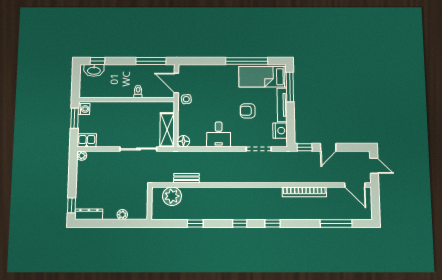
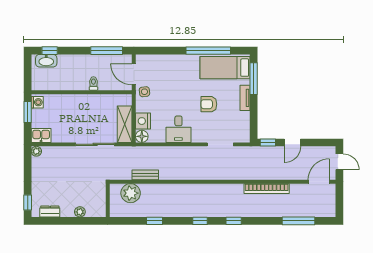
tv unit: (282, 105) -> (245, 98), width x0.71
nightstand: (280, 131) -> (143, 121), moved, turned 180
door: (355, 185) -> (319, 182), swing flipped
dresser: (89, 214) -> (50, 212), width x0.70

